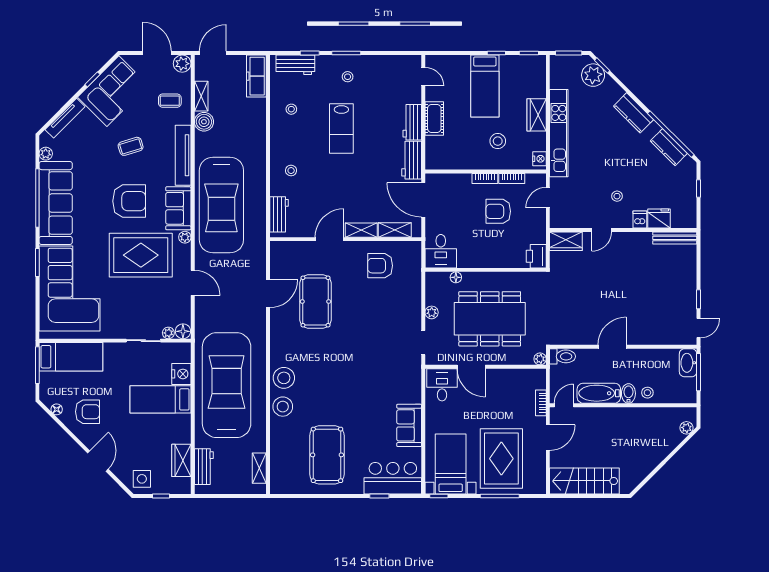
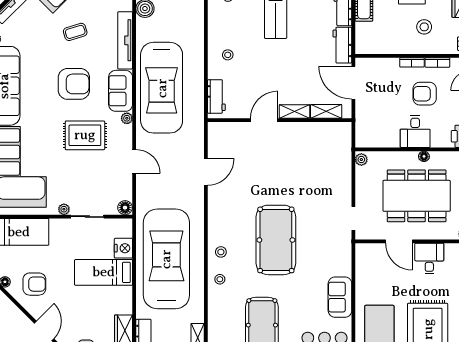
desk: (441, 251) -> (415, 132), moved
rug: (141, 255) -> (85, 135), width x0.73, depth x0.69
armchair: (380, 266) -> (312, 145), removed
floor lamp: (456, 277) -> (424, 156), moved
pool table: (315, 301) -> (276, 240), moved, width x1.36, depth x1.32
plant: (432, 312) -> (361, 160), moved
plant: (168, 333) -> (64, 209), moved
stool: (284, 378) -> (221, 252), width x0.53, depth x0.53
desk: (442, 385) -> (429, 259), moved
stool: (283, 407) -> (220, 279), width x0.53, depth x0.53

